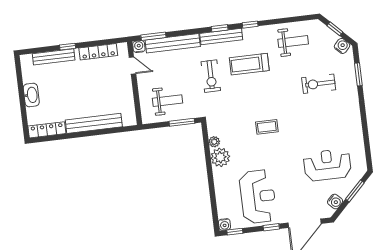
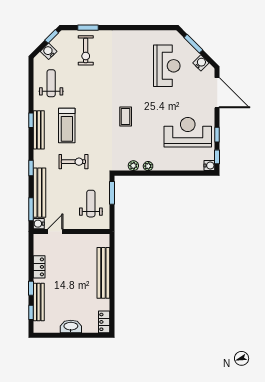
window: (220, 28) -> (31, 168), moved
window: (335, 29) -> (52, 36), moved
bench: (221, 37) -> (39, 130), moved
water cooler: (342, 46) -> (49, 51), moved
window: (41, 50) -> (31, 312), added
locker: (98, 52) -> (39, 267), width x0.66
exercise bike: (319, 84) -> (86, 50), moved
locker: (47, 130) -> (104, 322), width x0.66
plant: (220, 157) -> (148, 166), width x0.53, depth x0.53
reception desk: (327, 165) -> (167, 66), turned 180
window: (271, 227) -> (217, 135), moved

